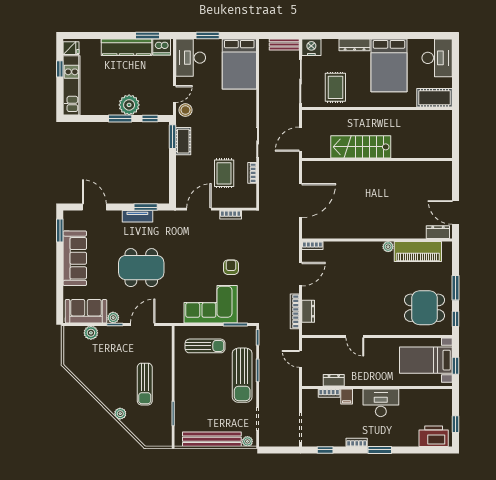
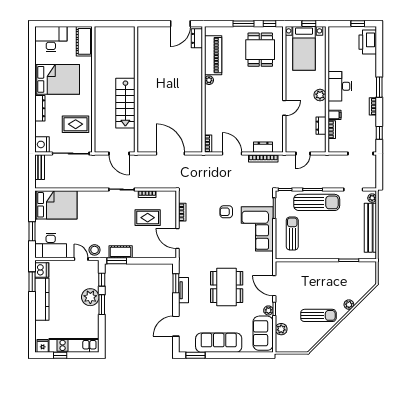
plant: (370, 379) -> (320, 95), added
sun lounger: (145, 384) -> (318, 315), moved

